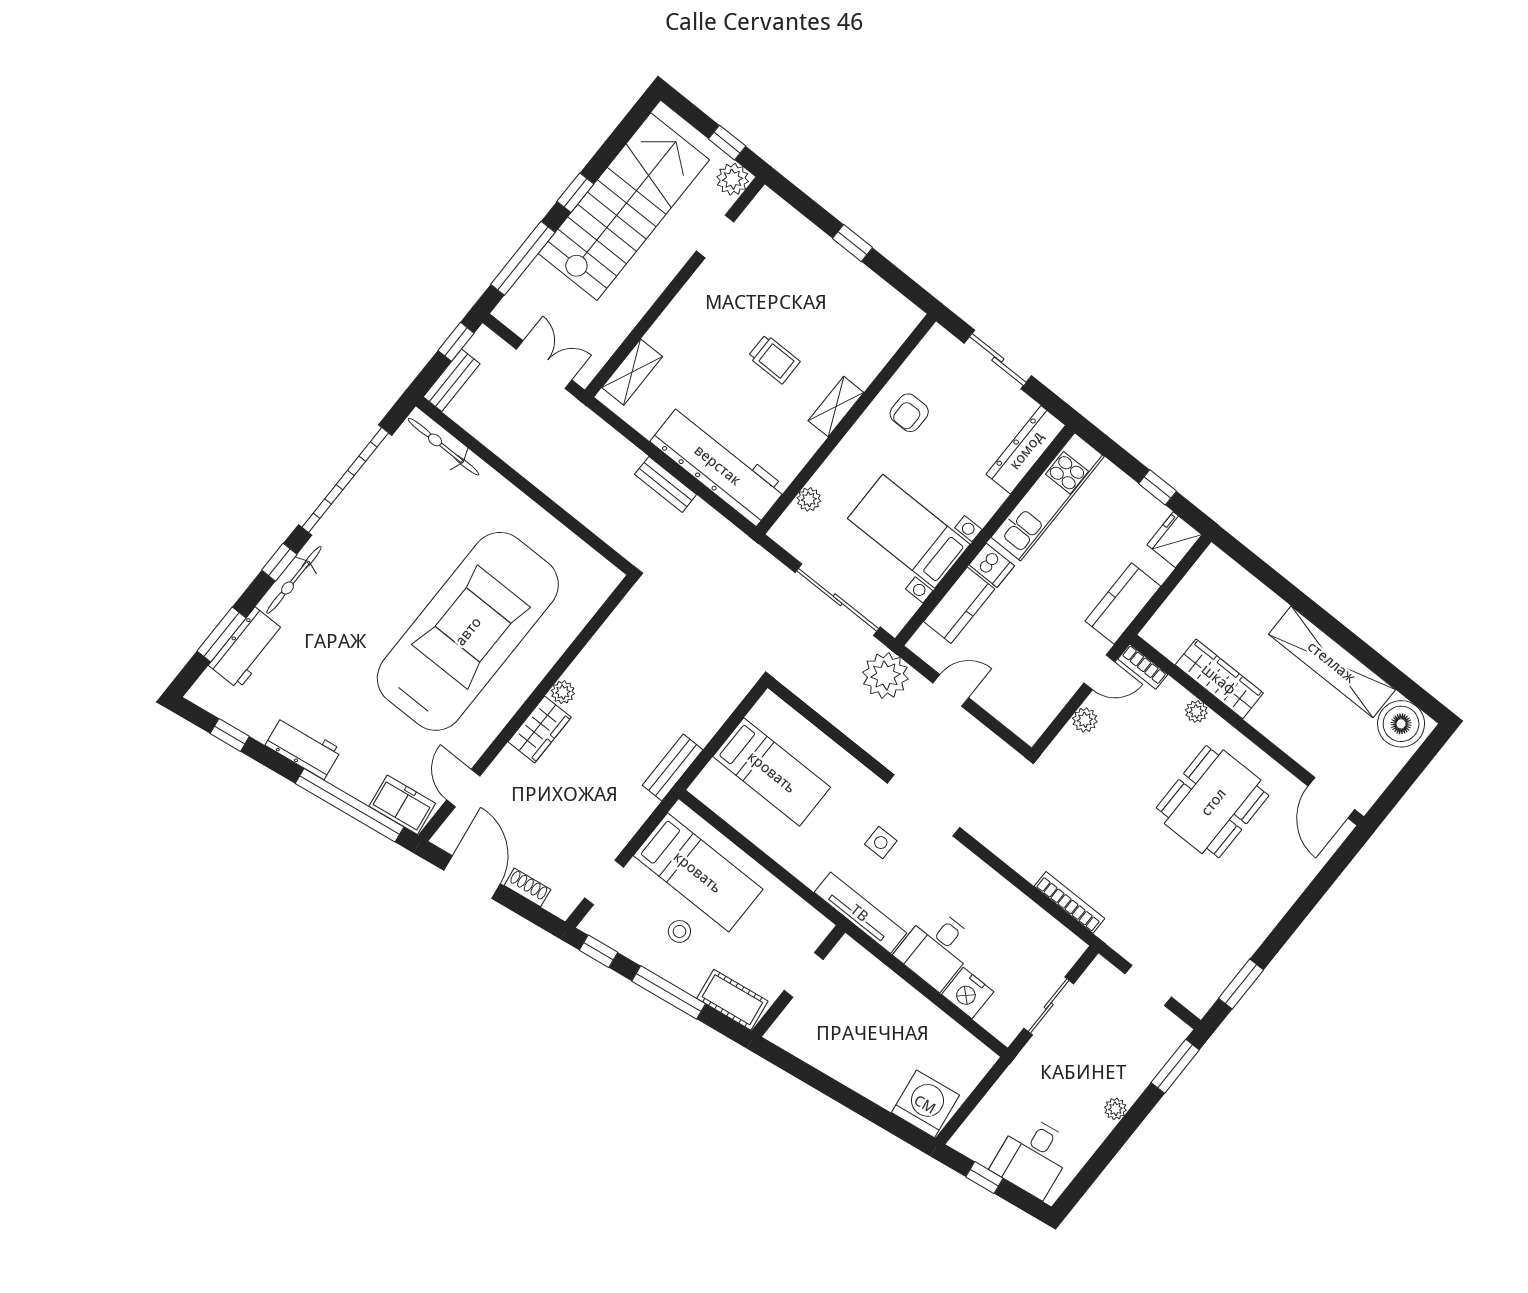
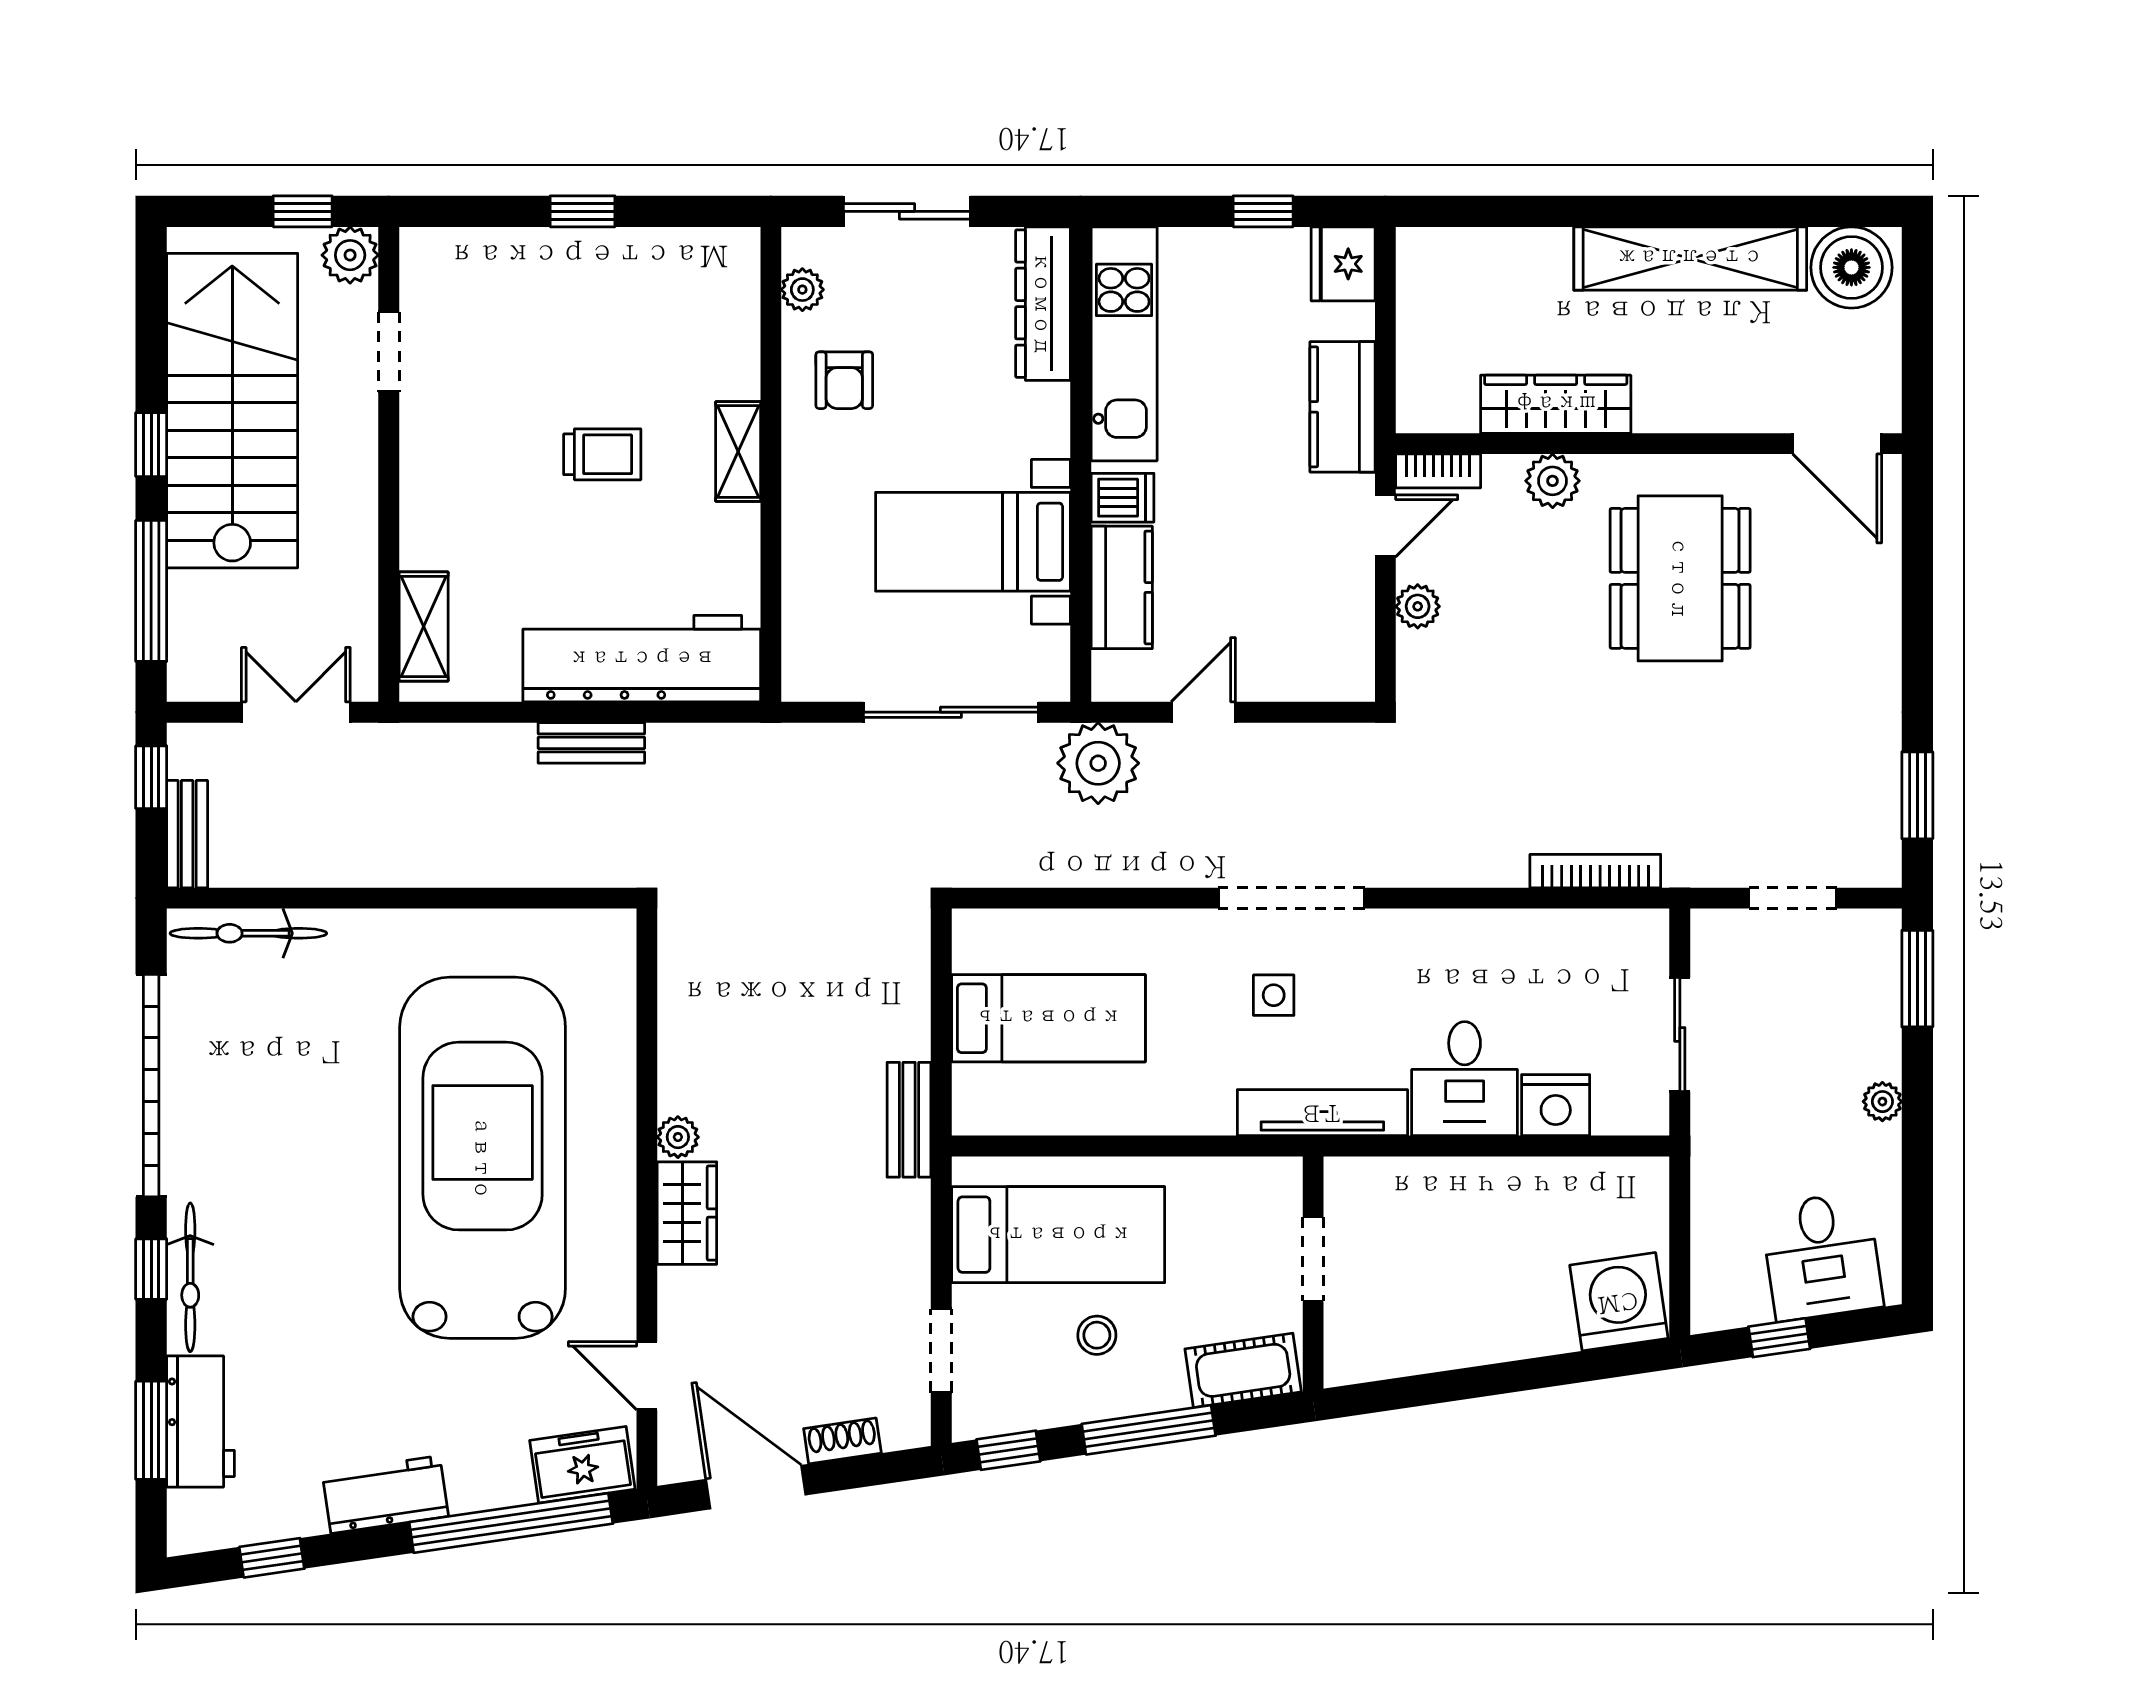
plant: (809, 499) -> (802, 290), moved
plant: (1196, 712) -> (1553, 481), width x1.38, depth x1.38

